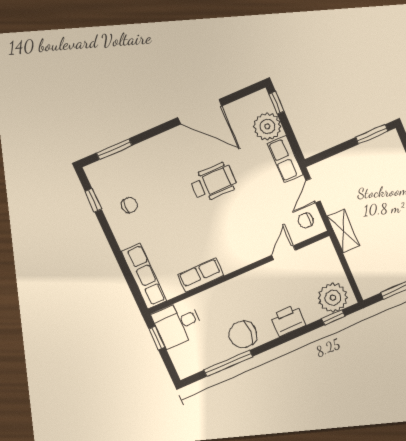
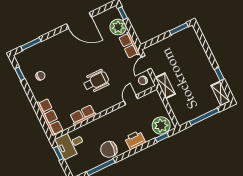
wheelchair: (213, 182) -> (96, 81), moved

